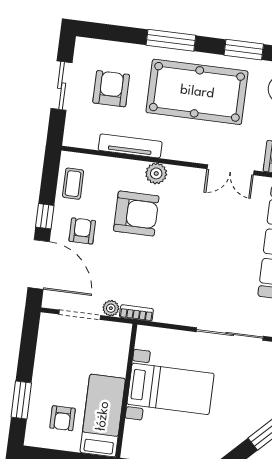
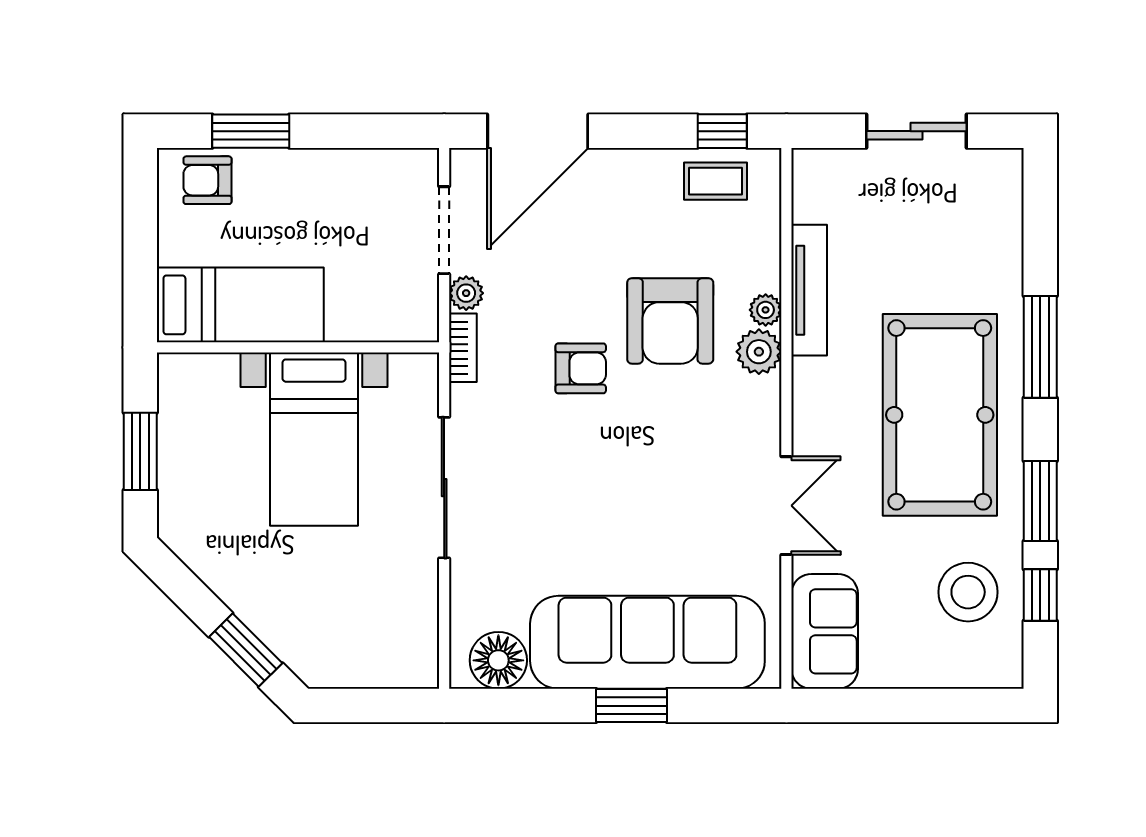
armchair: (111, 89) -> (923, 235), removed
plant: (137, 168) -> (766, 310), added
double door: (231, 170) -> (786, 506), swing flipped
window: (45, 216) -> (722, 131), moved
armchair: (82, 231) -> (581, 368), moved
sliding door: (230, 334) -> (444, 488), moved
armchair: (63, 418) -> (208, 180), moved

